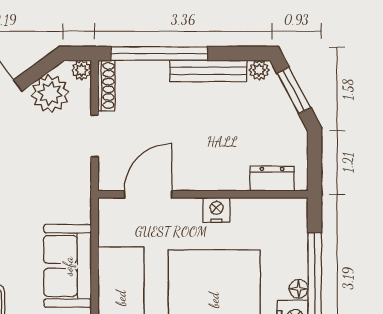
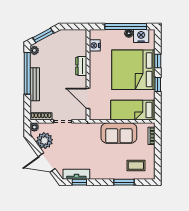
window: (159, 54) -> (27, 73), moved
bench: (208, 71) -> (35, 84), moved
dresser: (272, 179) -> (81, 66), moved
nightstand: (216, 210) -> (95, 45), moved

